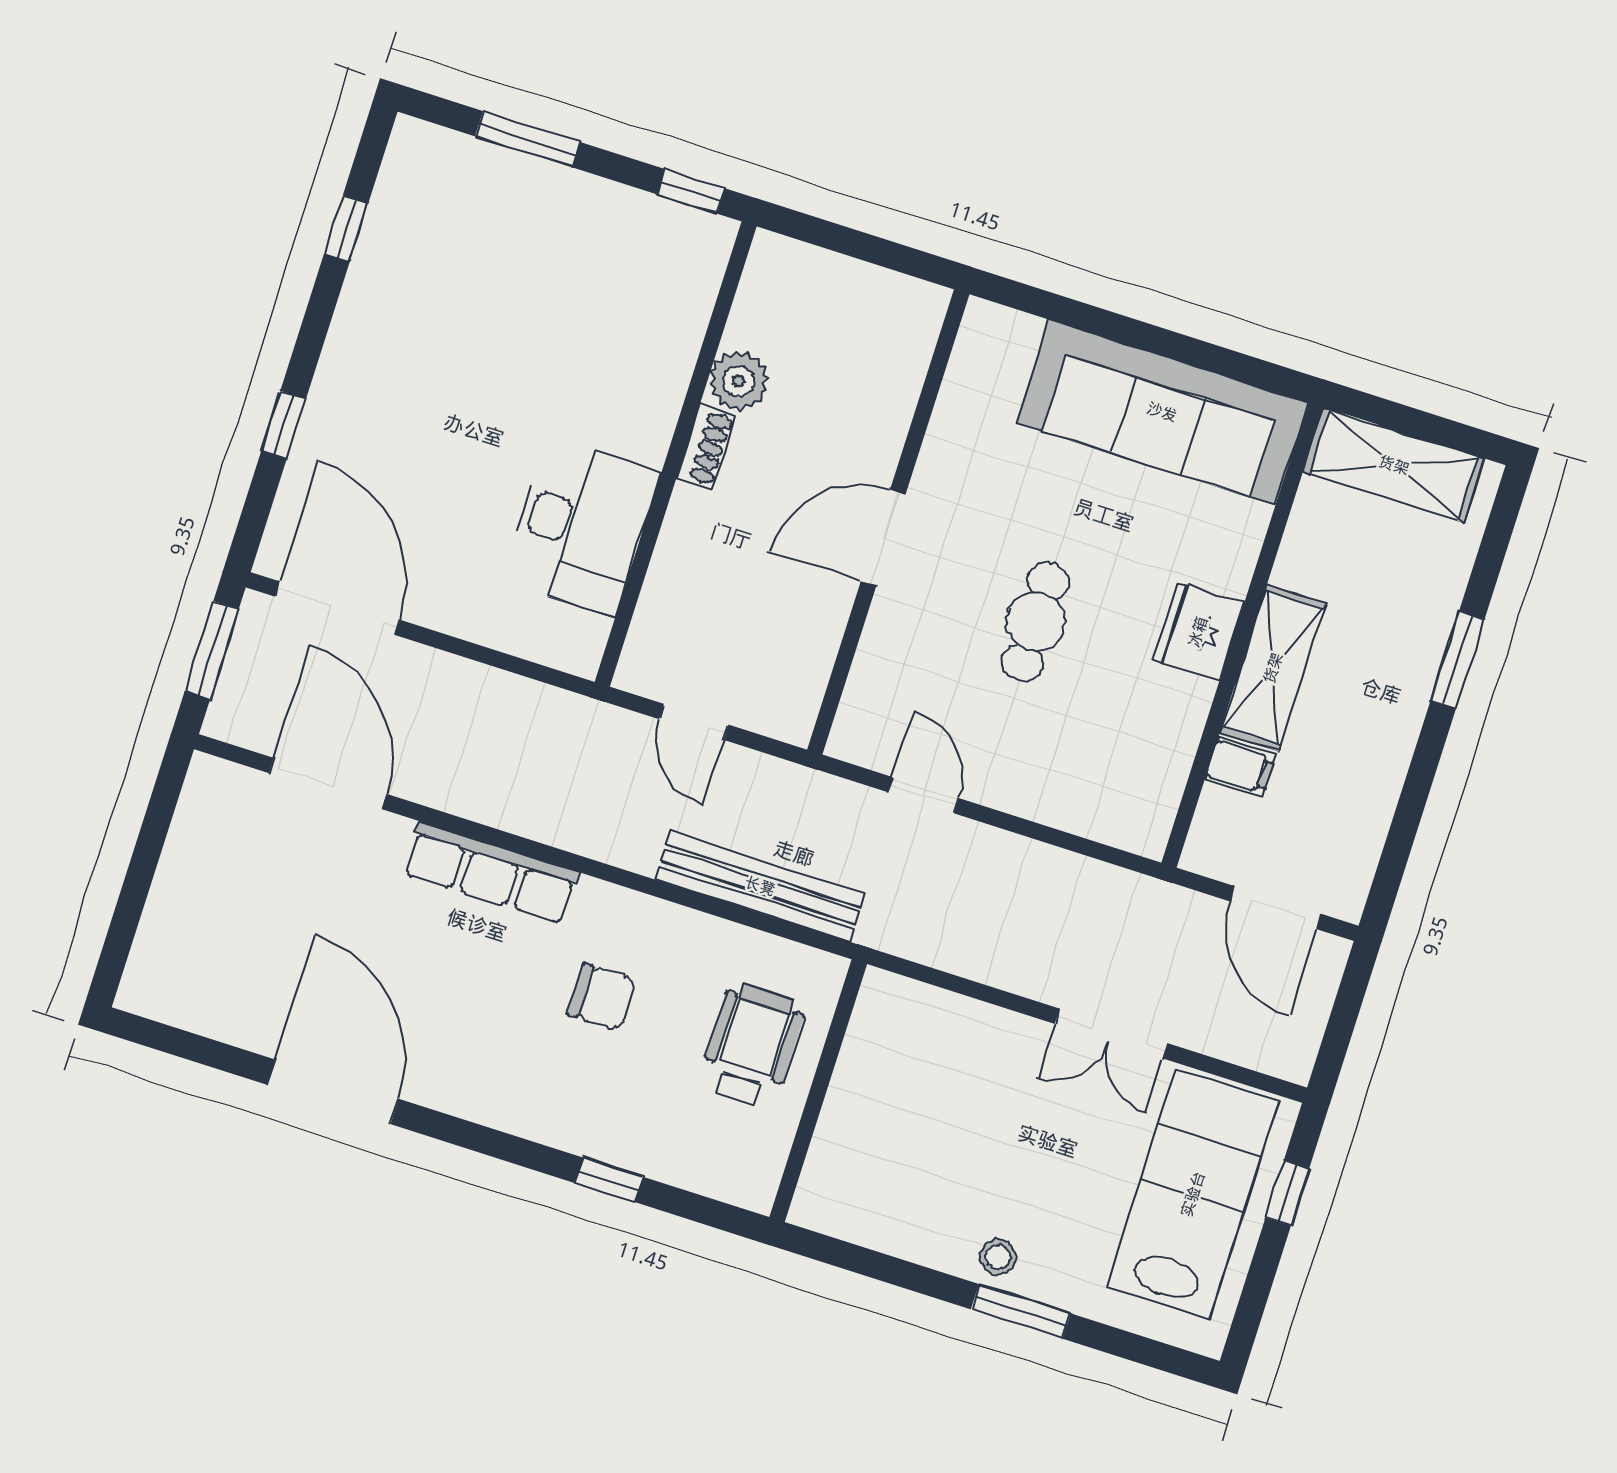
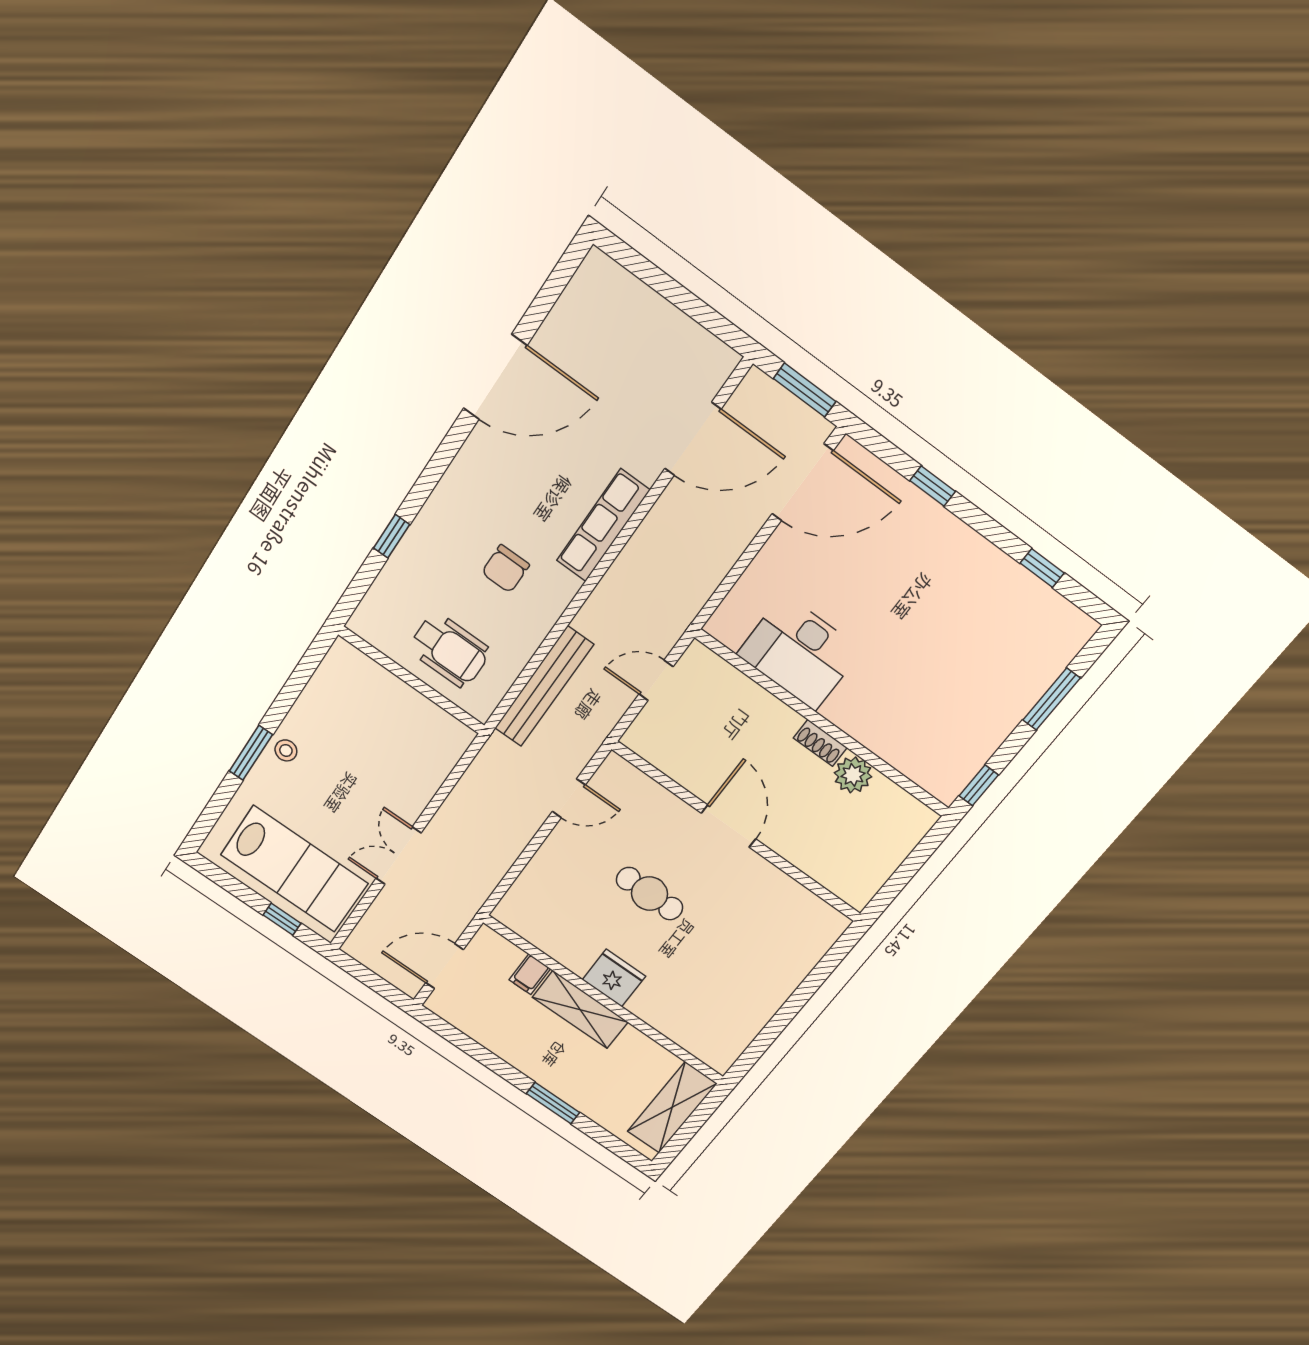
sofa: (1162, 412) -> (746, 1001), removed

